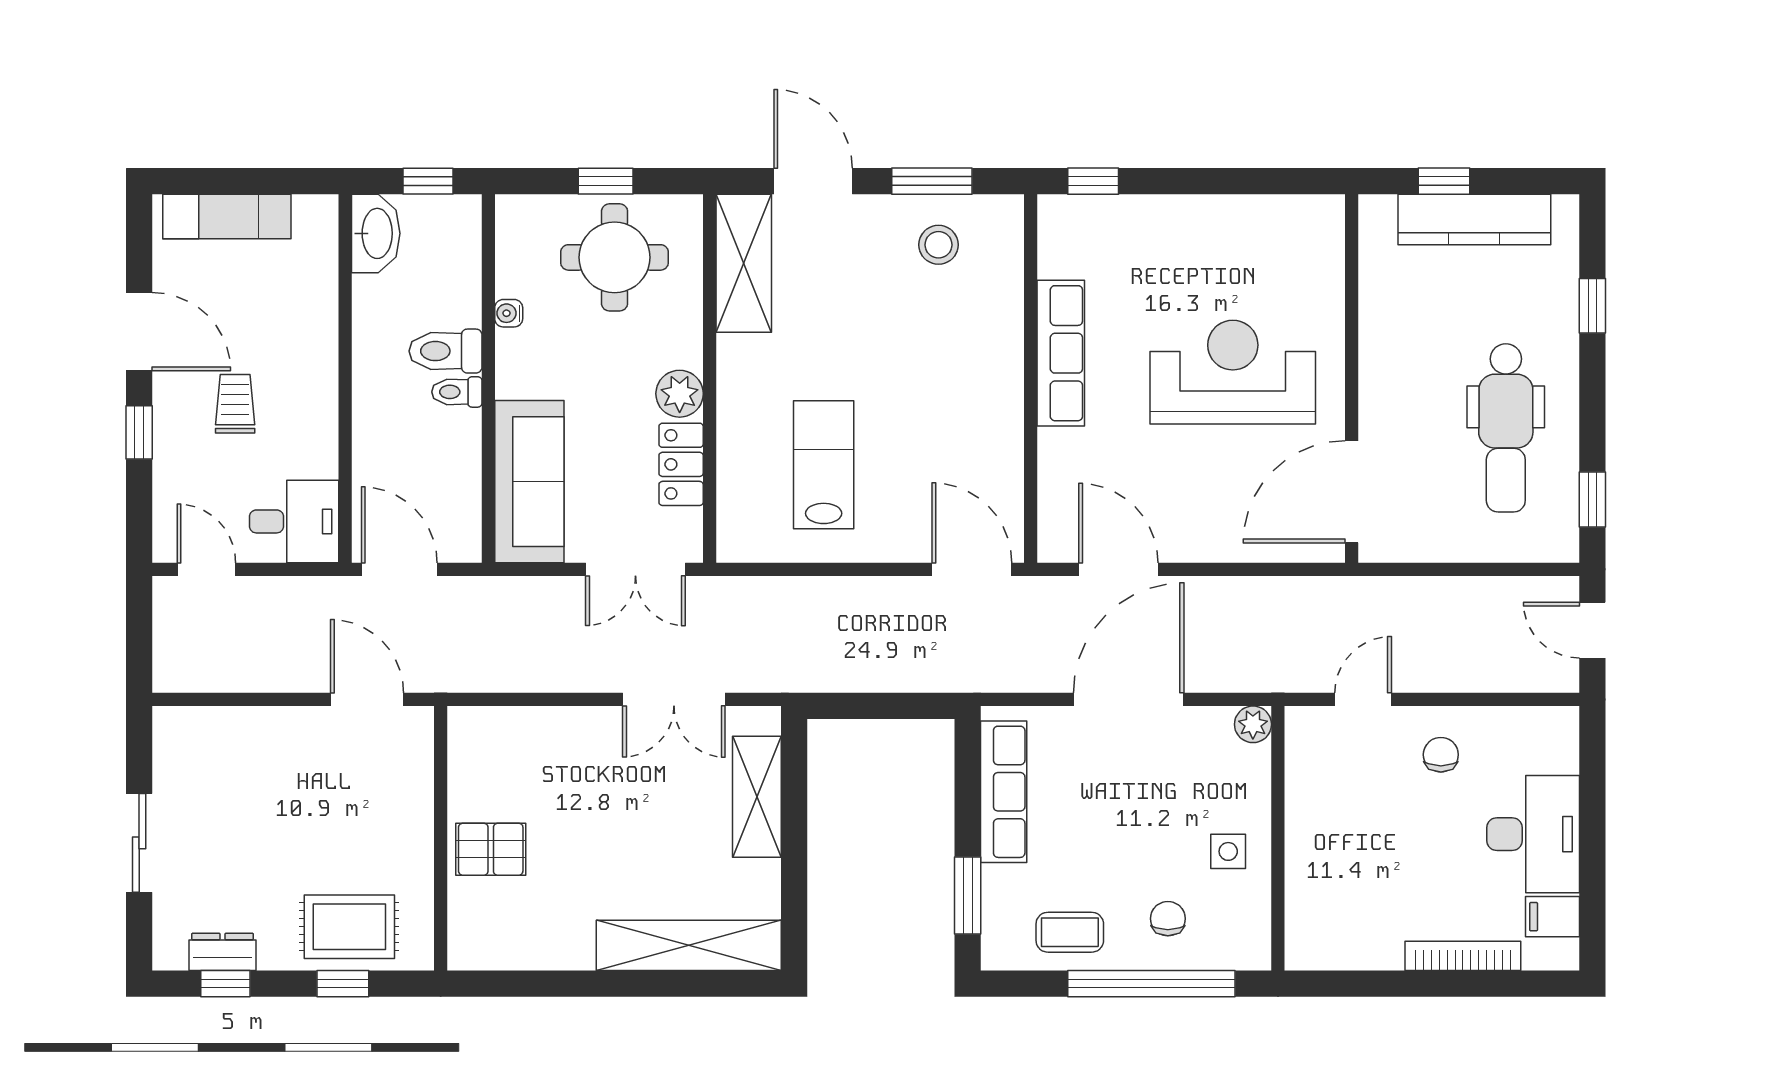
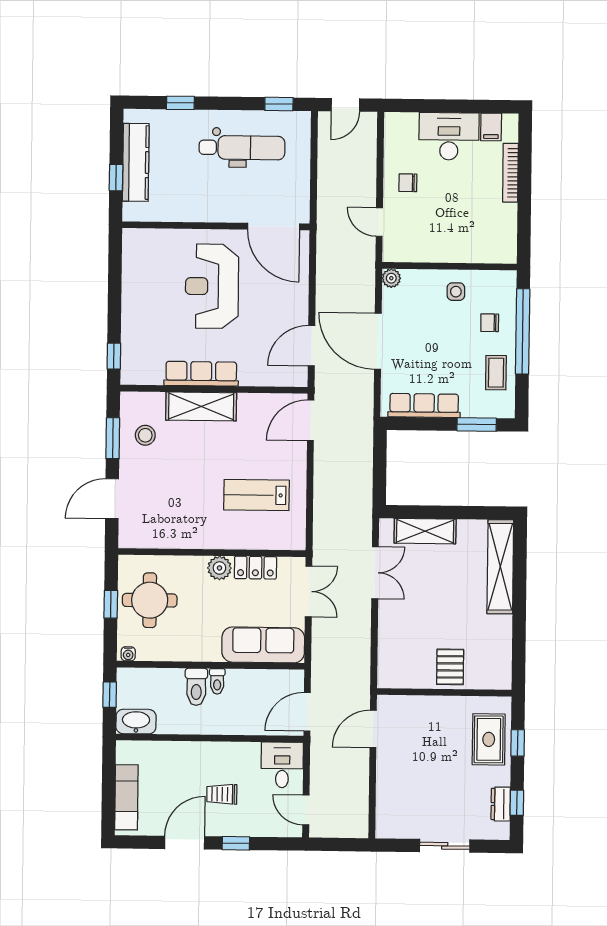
shelving: (744, 263) -> (201, 406), moved
water cooler: (509, 313) -> (128, 654), moved
door: (206, 569) -> (306, 810), hinge flipped

